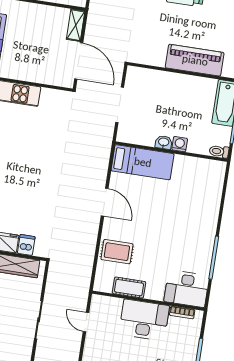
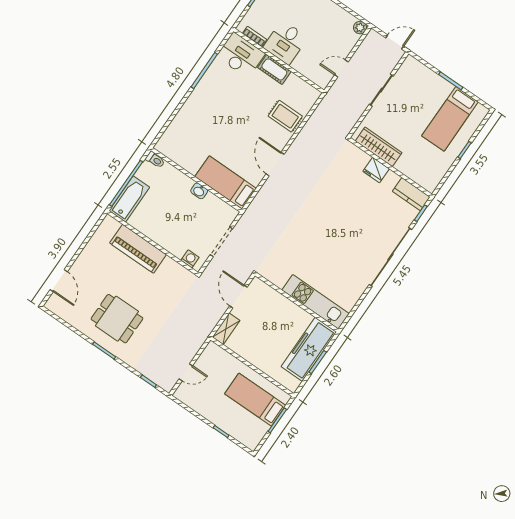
door: (79, 61) -> (238, 297), width x0.73
washing machine: (180, 144) -> (190, 259), moved, turned 180
dishwasher: (26, 245) -> (361, 160), removed
cot: (129, 288) -> (274, 69), moved
desk: (144, 320) -> (285, 42), width x0.73
door: (86, 322) -> (341, 68), swing flipped

